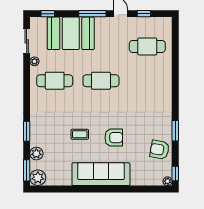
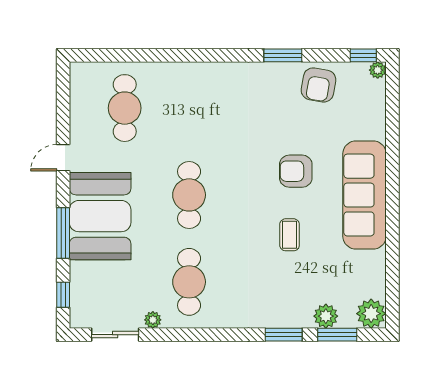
window: (92, 14) -> (63, 233), moved
window: (144, 14) -> (63, 114), removed
booth: (71, 33) -> (100, 216), moved
armchair: (114, 138) -> (296, 171), turned -90
window: (27, 170) -> (337, 335), moved

